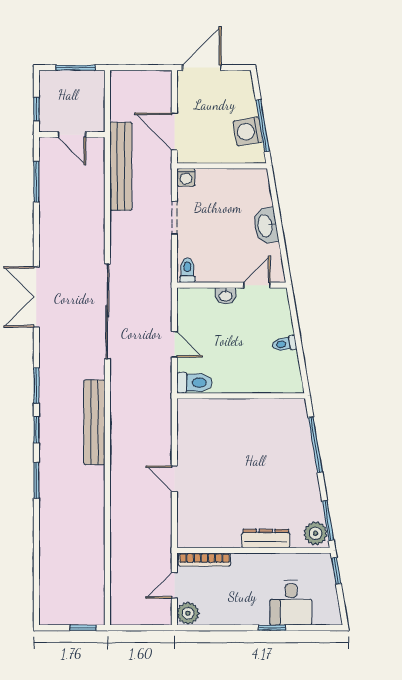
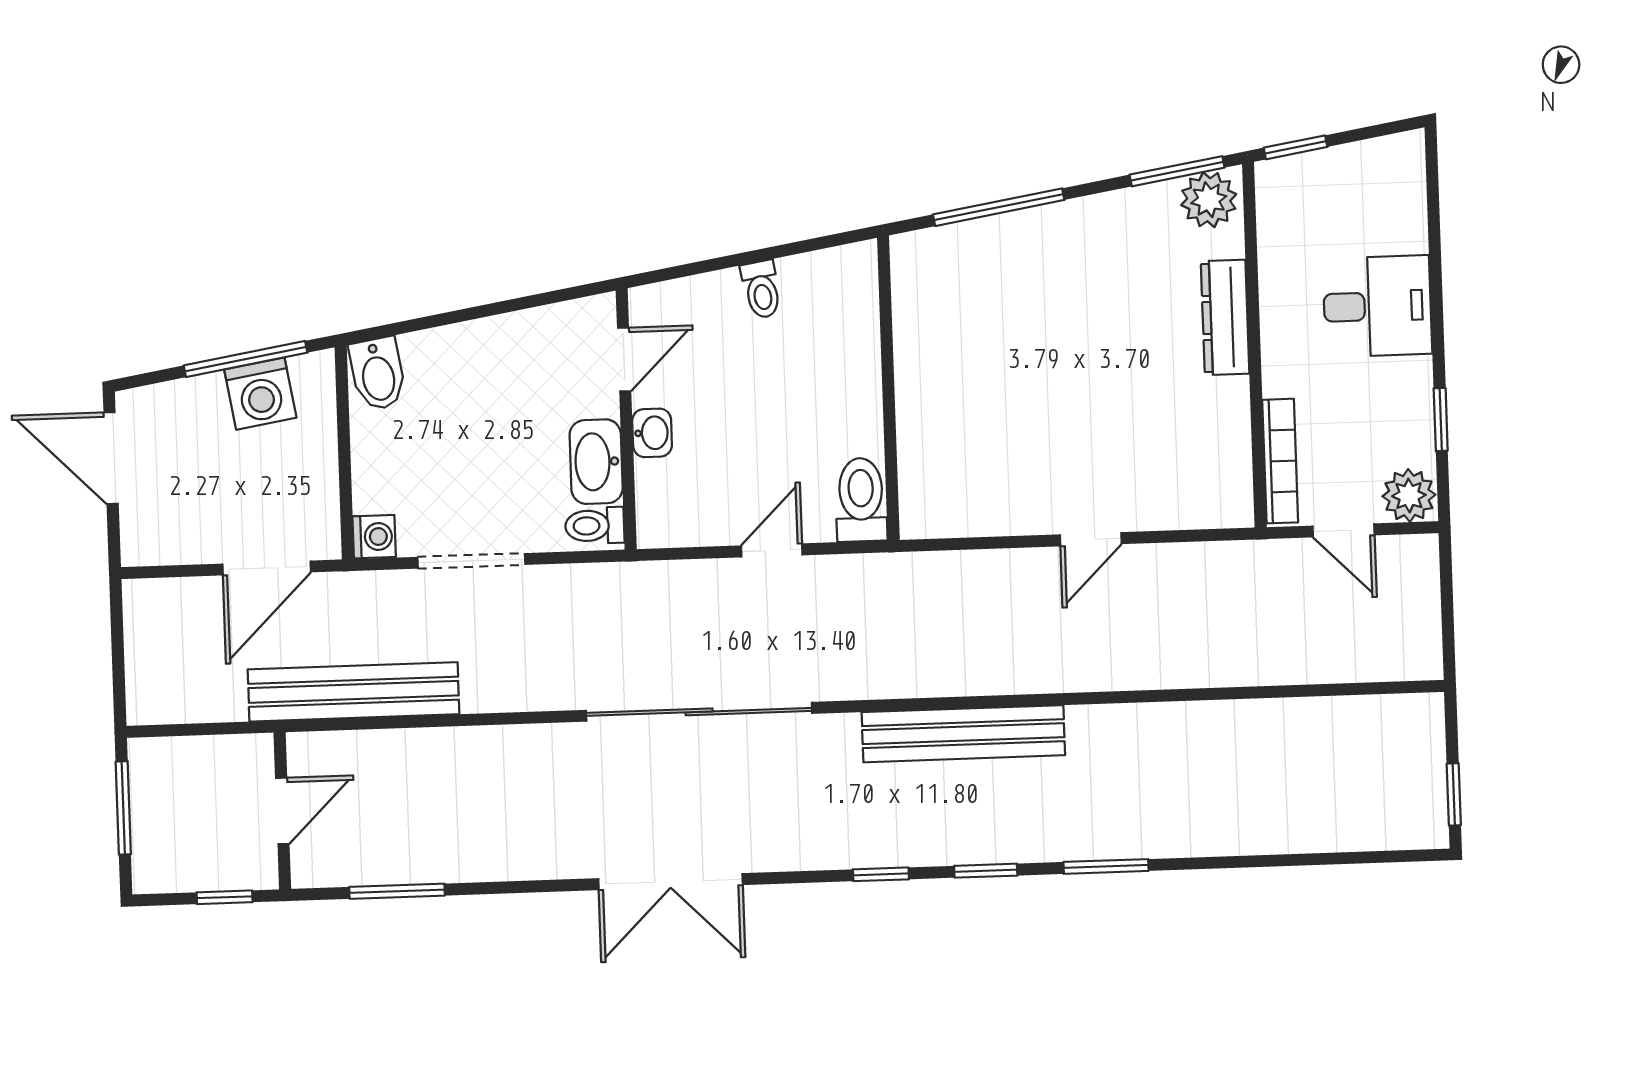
door: (202, 68) -> (111, 458), moved
bidet: (254, 181) -> (378, 374), added
doorway: (174, 218) -> (471, 561), width x1.38
washbasin: (266, 226) -> (596, 462), moved, turned 99
door: (257, 285) -> (624, 359), swing flipped
window: (36, 386) -> (881, 874), width x0.67
desk: (291, 603) -> (1377, 306), moved
window: (83, 628) -> (1454, 794), moved
window: (272, 628) -> (1441, 420), moved

